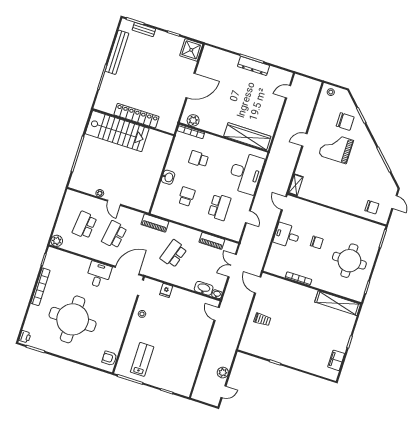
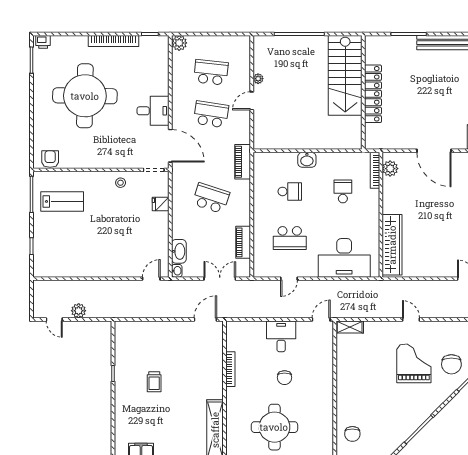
trolley: (262, 319) -> (154, 382), moved

